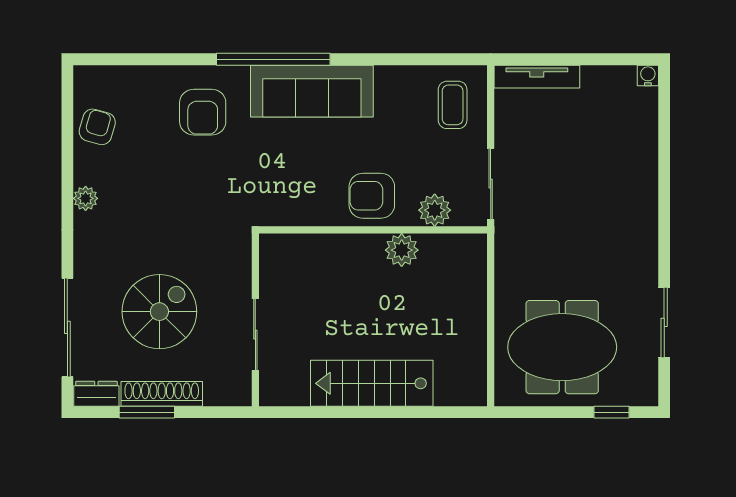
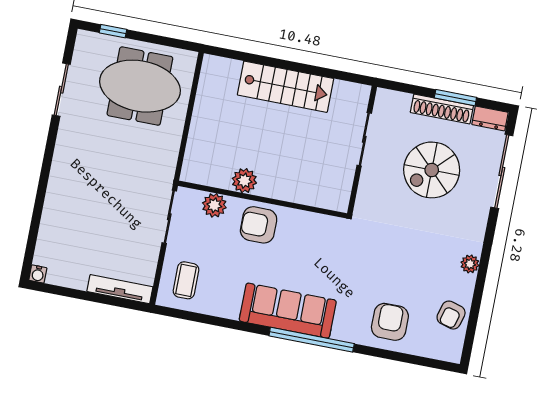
armchair: (203, 112) -> (390, 322), moved
armchair: (372, 196) -> (259, 225), turned 180

